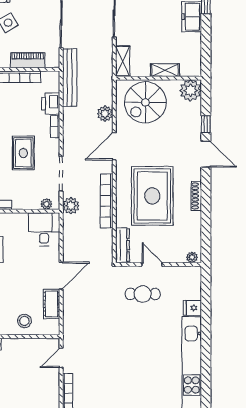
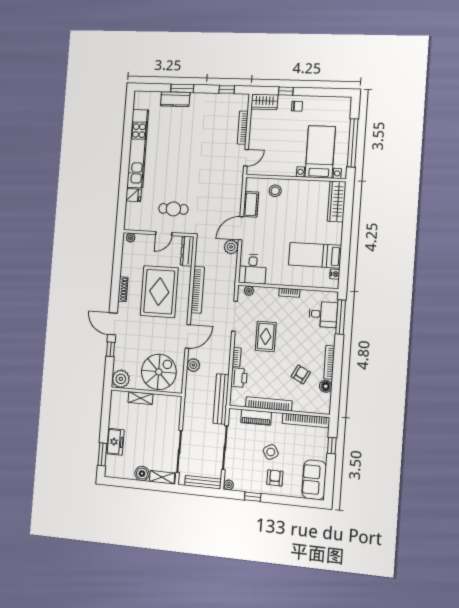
shelving: (123, 61) -> (175, 409), removed
plant: (71, 206) -> (231, 247), moved
door: (152, 264) -> (164, 234), hinge flipped

